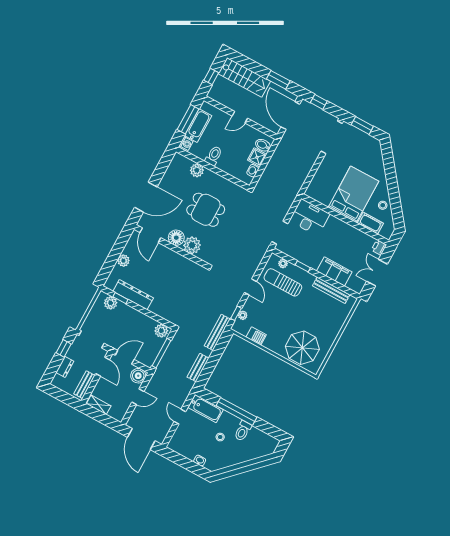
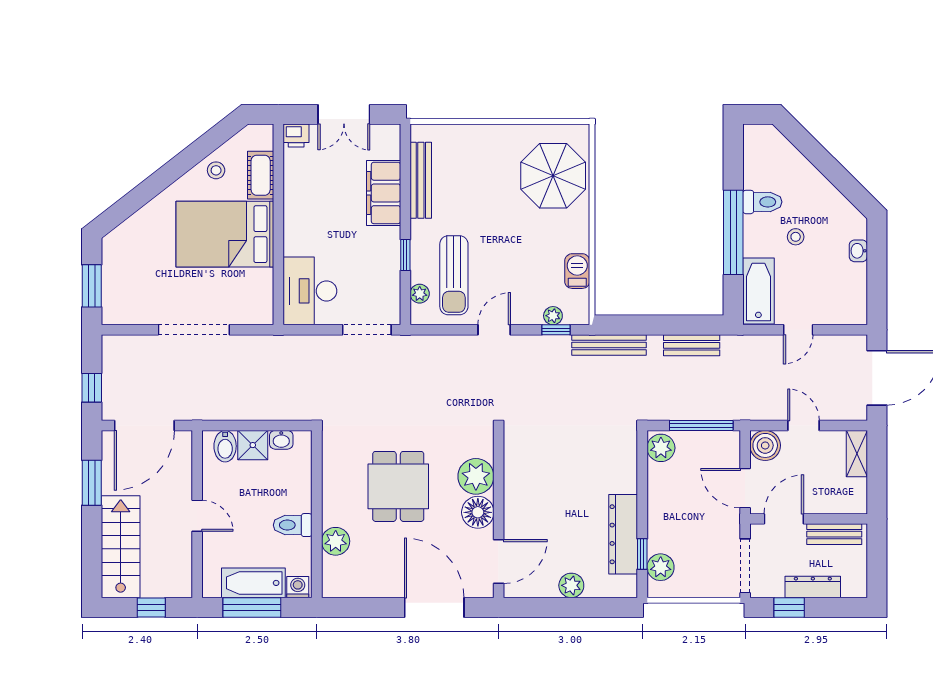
doorway: (332, 137) -> (194, 330), moved
dresser: (65, 367) -> (813, 587), width x1.44
shelving: (99, 405) -> (857, 454), moved

